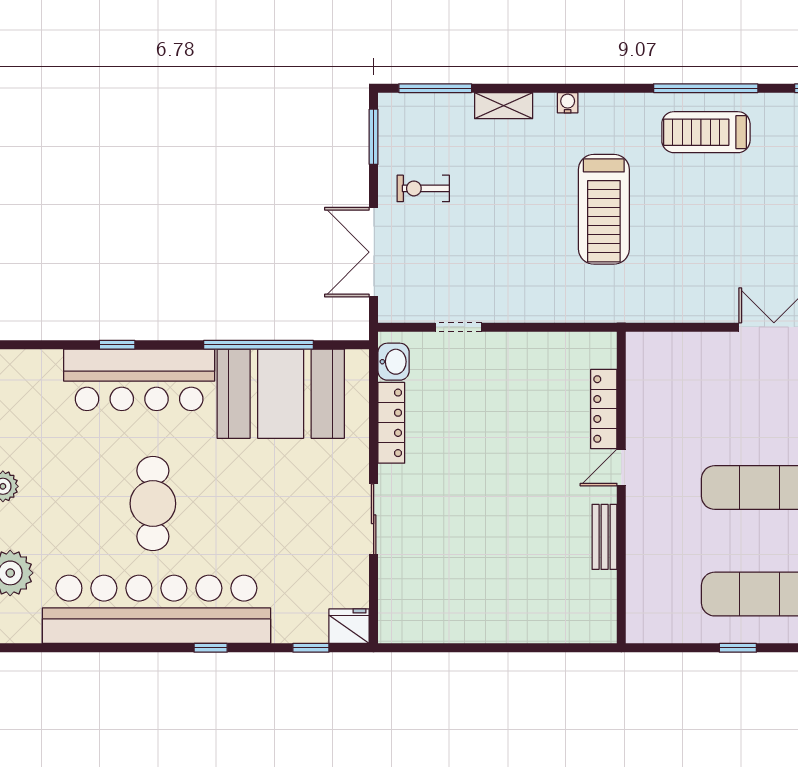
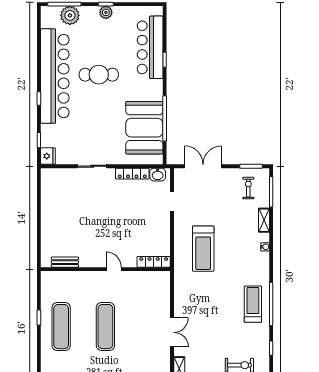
exercise bike: (423, 188) -> (248, 188), moved
treadmill: (604, 209) -> (203, 249), moved, turned -90
bar counter: (139, 380) -> (150, 47), moved
locker: (604, 409) -> (154, 262), moved
bench: (605, 537) -> (65, 262), moved

